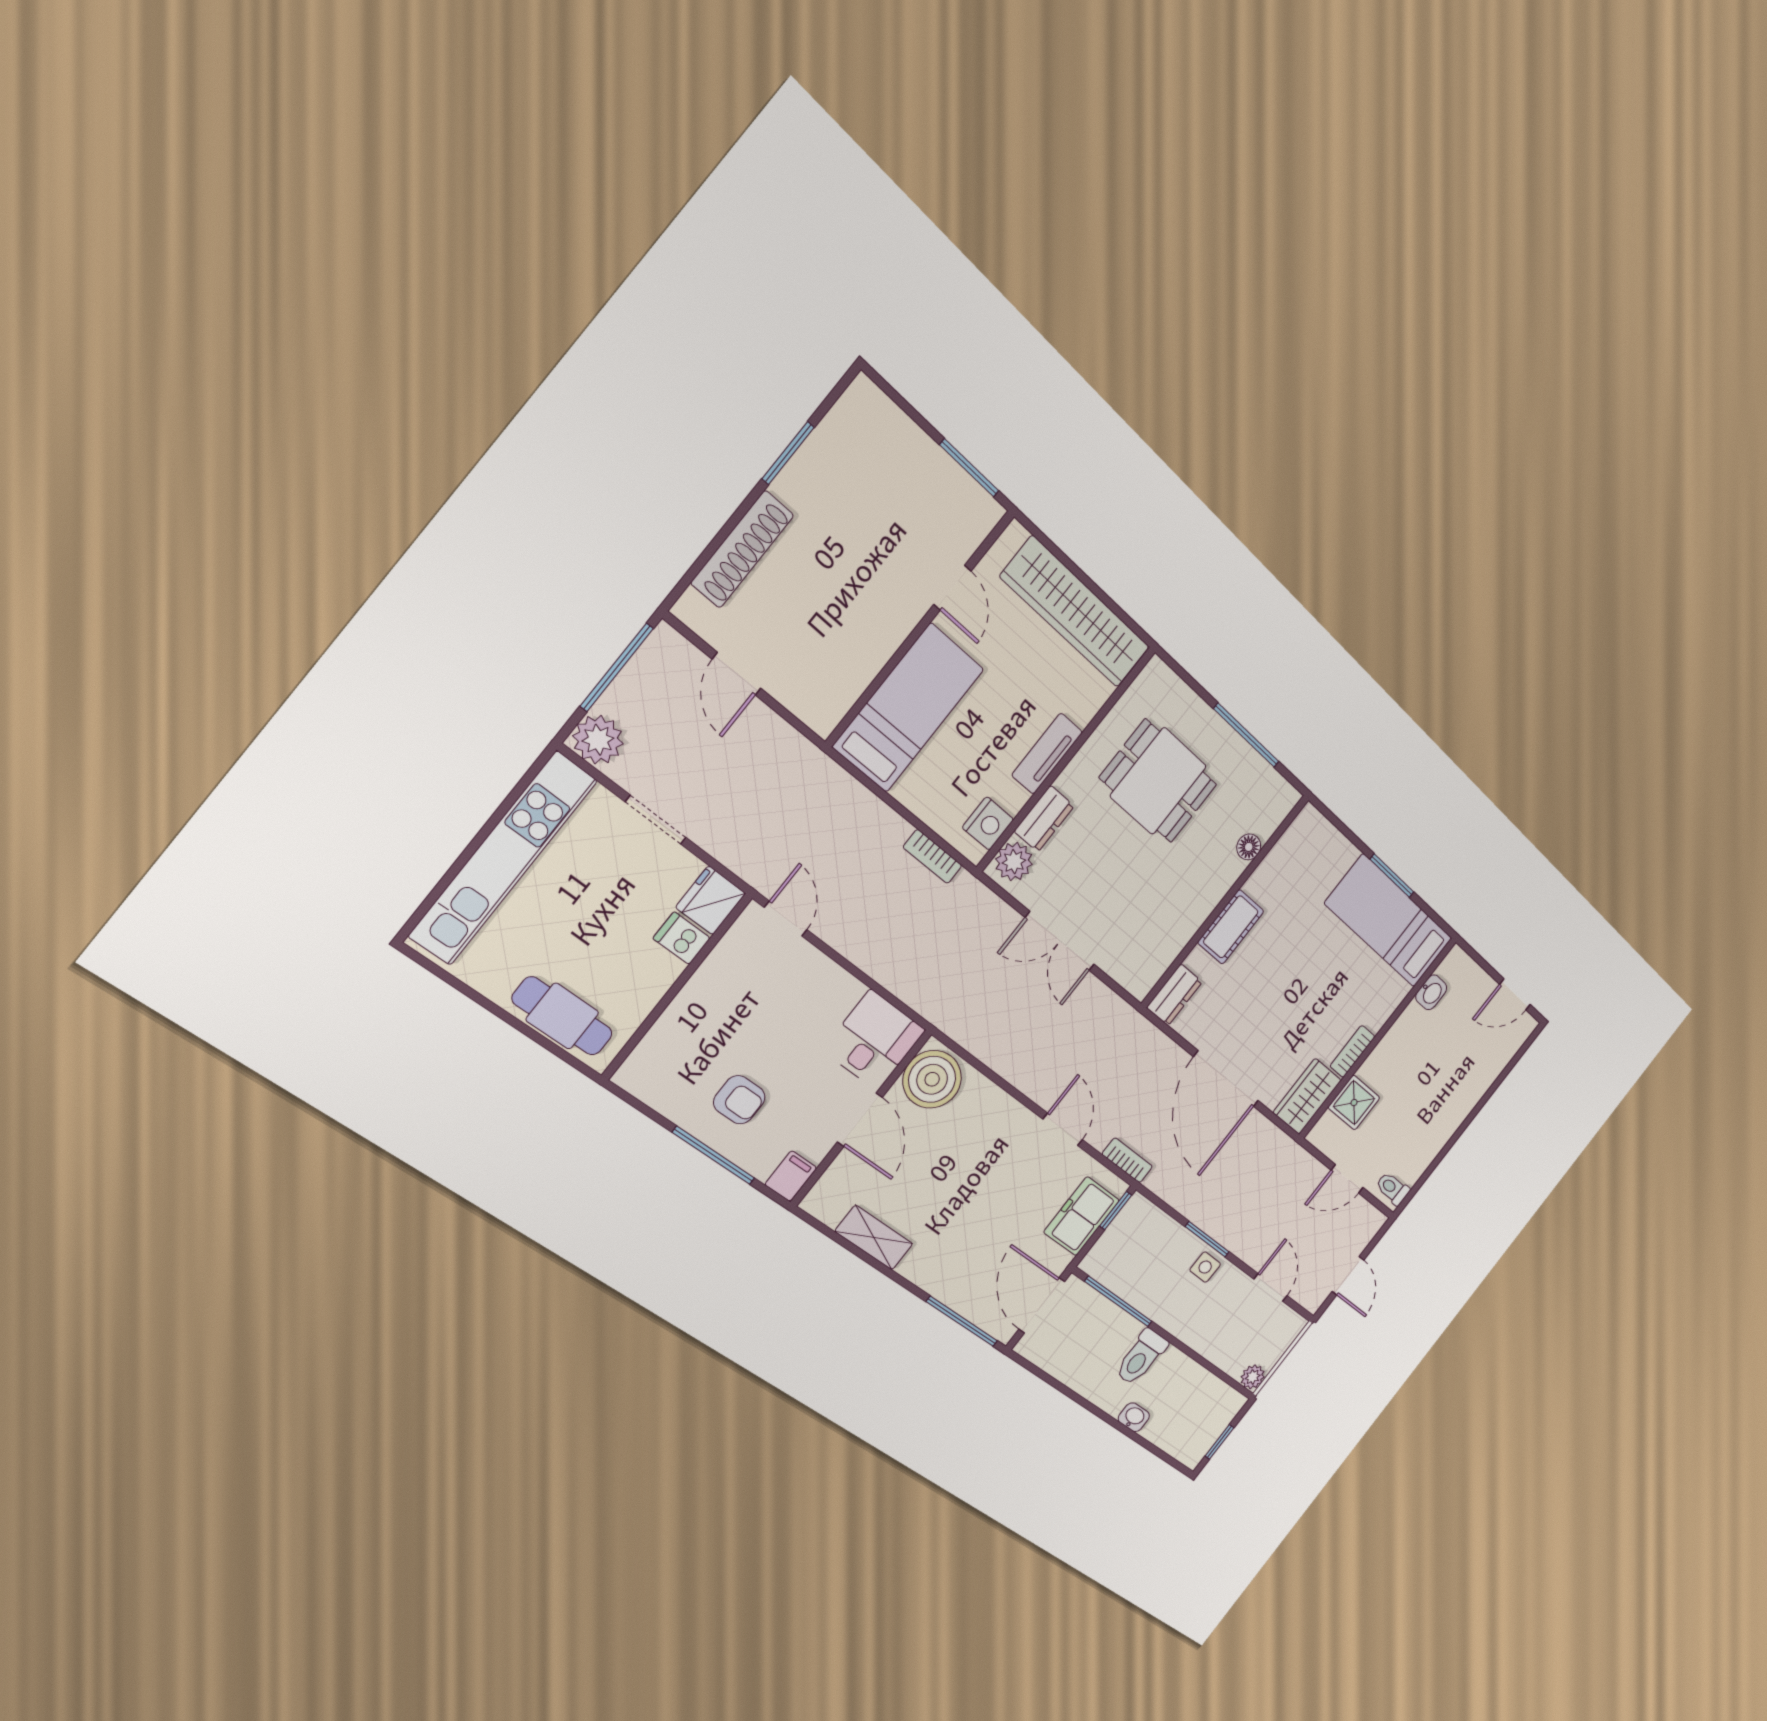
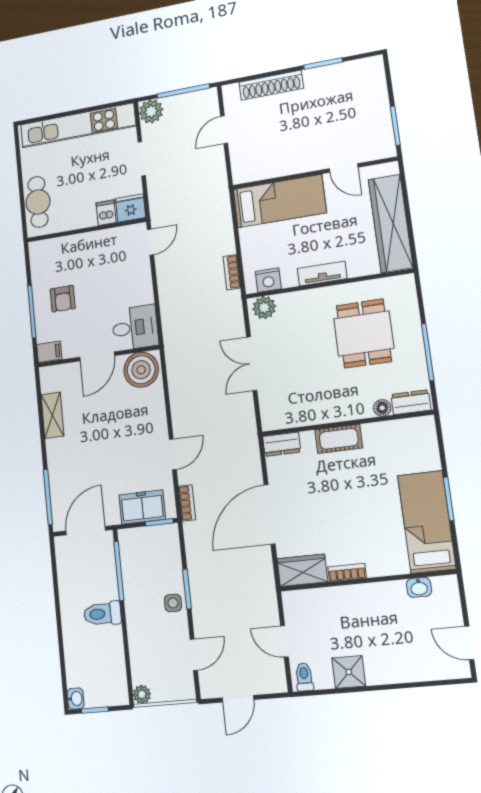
door: (952, 588) -> (344, 168), hinge flipped
dresser: (1044, 819) -> (411, 402), moved, turned 180
shower: (1354, 1103) -> (349, 672), moved
washbasin: (1134, 1417) -> (76, 699), moved

